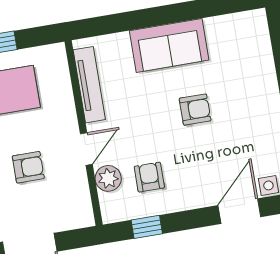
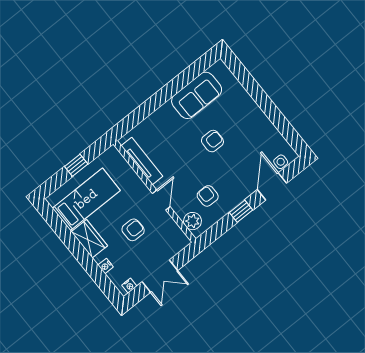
sofa: (169, 45) -> (197, 95), moved
plant: (108, 178) -> (193, 221), moved
window: (147, 227) -> (241, 211), moved

